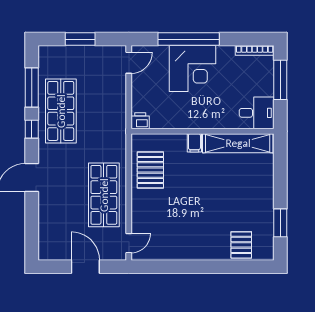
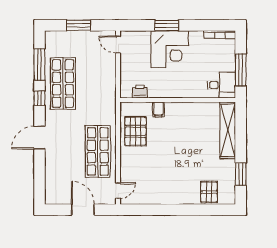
window: (189, 39) -> (167, 25), width x0.47
door: (129, 63) -> (118, 45), swing flipped
window: (280, 80) -> (241, 70), moved
printer: (140, 121) -> (140, 91), moved
filing cabinet: (194, 143) -> (158, 109), moved
shelving: (238, 143) -> (228, 130), moved, turned 90

